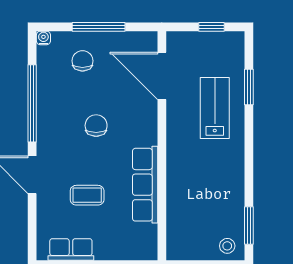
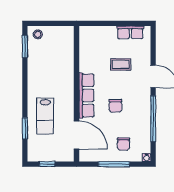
row of seats: (145, 185) -> (86, 95), moved

